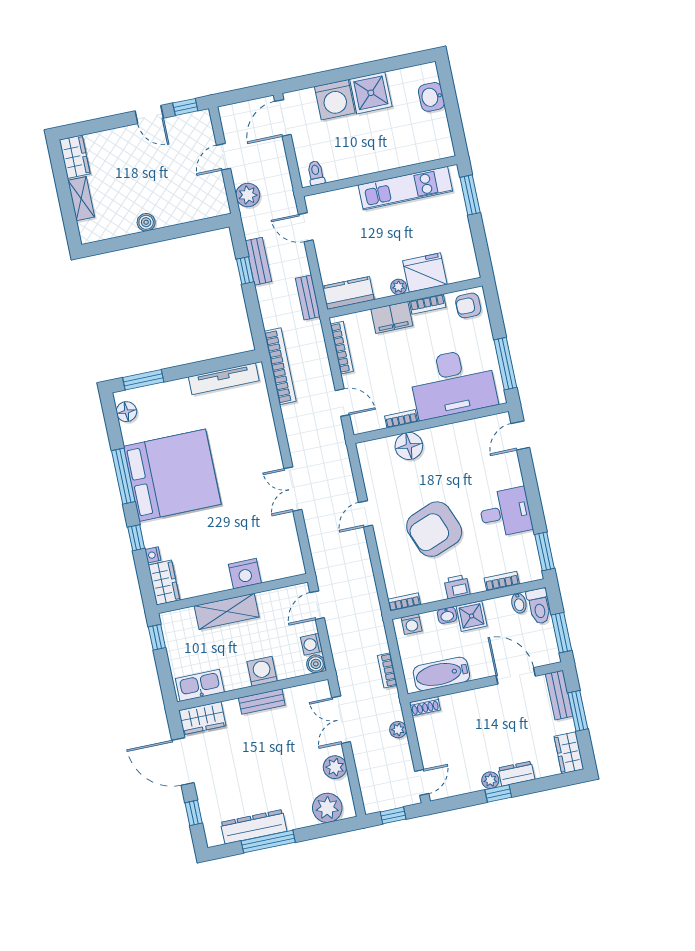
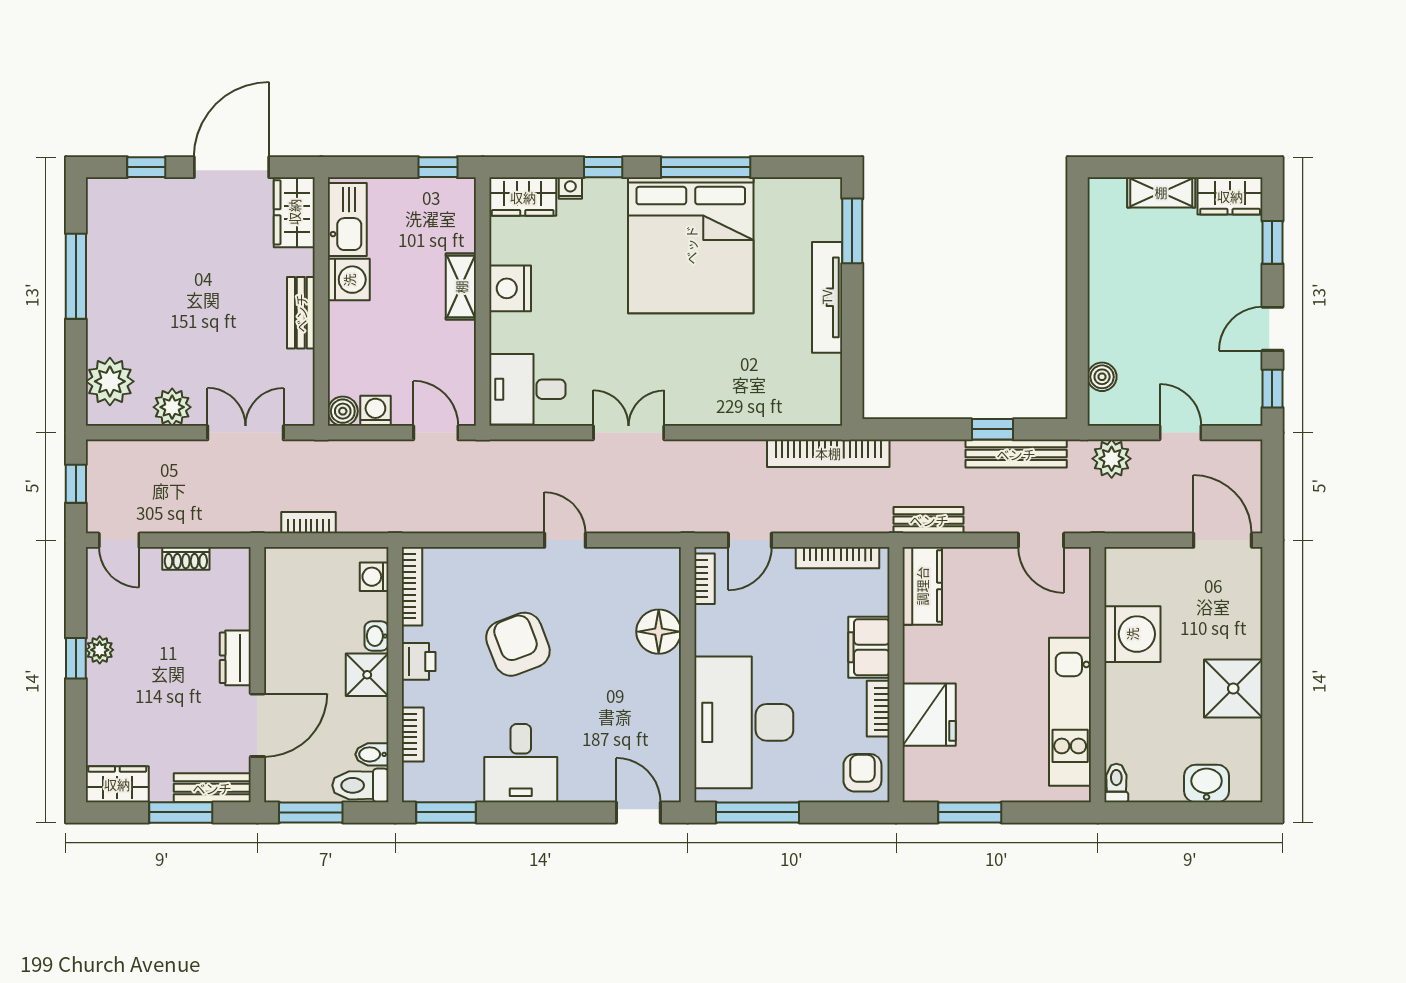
washing machine: (335, 100) -> (1132, 634), moved, turned 180
window: (97, 125) -> (1272, 242), added
toilet: (316, 173) -> (1116, 783), moved, turned -90
window: (470, 195) -> (970, 812), moved
boiler: (146, 222) -> (1102, 377), moved
door: (306, 227) -> (1041, 540), swing flipped
bench: (258, 261) -> (1016, 454), width x1.36
plant: (399, 287) -> (915, 668), removed
tv unit: (224, 379) -> (827, 297), moved
floor lamp: (126, 412) -> (807, 194), removed
bookcase: (401, 419) -> (704, 579), moved
armchair: (434, 529) -> (518, 644), width x0.73, depth x0.73
desk: (279, 555) -> (527, 389), added
nightstand: (245, 574) -> (510, 288), moved
bookcase: (404, 602) -> (412, 586), width x1.56
shelving: (227, 611) -> (461, 287), width x0.67, depth x0.75
washing machine: (262, 671) -> (349, 280), moved
bathtub: (441, 674) -> (285, 608), removed
shoe rack: (425, 706) -> (186, 558), moved, turned -90
plant: (398, 730) -> (211, 520), removed
dresser: (516, 774) -> (235, 658), moved, turned 180
dresser: (254, 827) -> (104, 258), removed

